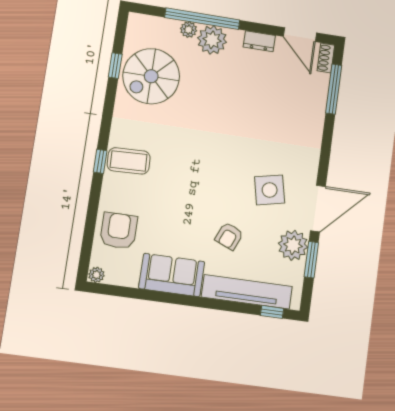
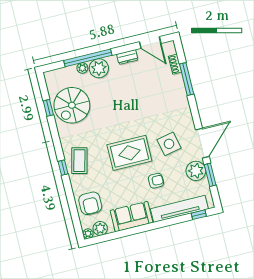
shoe rack: (326, 58) -> (175, 64), moved
window: (334, 89) -> (187, 79), moved
coffee table: (129, 161) -> (79, 161), turned -74
rug: (207, 180) -> (129, 153), added
armchair: (119, 231) -> (90, 203), turned 180
armchair: (229, 236) -> (156, 181), turned -113
plant: (118, 274) -> (100, 228), added

